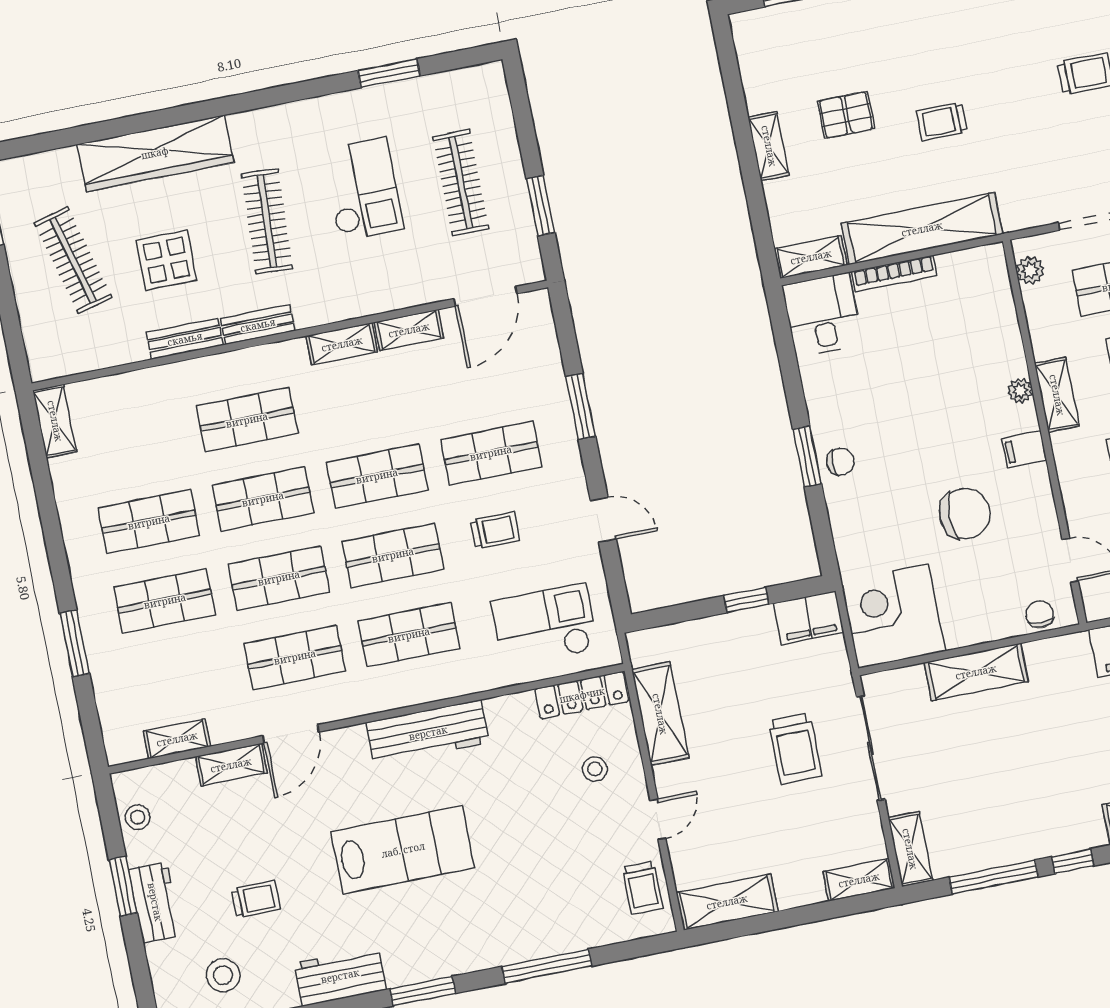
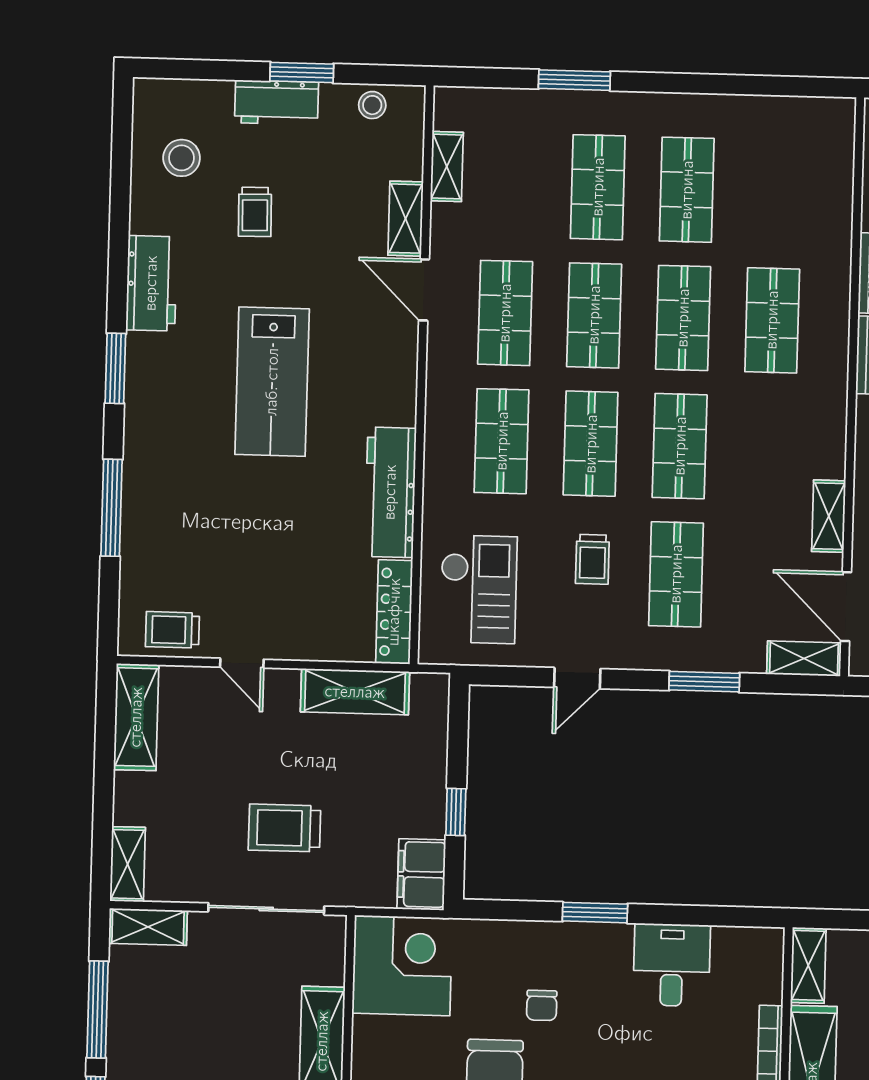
desk: (823, 315) -> (672, 965), moved, turned -90
shelving: (342, 344) -> (804, 659), moved, turned 90
shelving: (55, 421) -> (818, 113), removed
chair: (840, 462) -> (542, 1005), moved
workbench: (428, 733) -> (390, 492), moved
stool: (595, 769) -> (312, 608), removed

